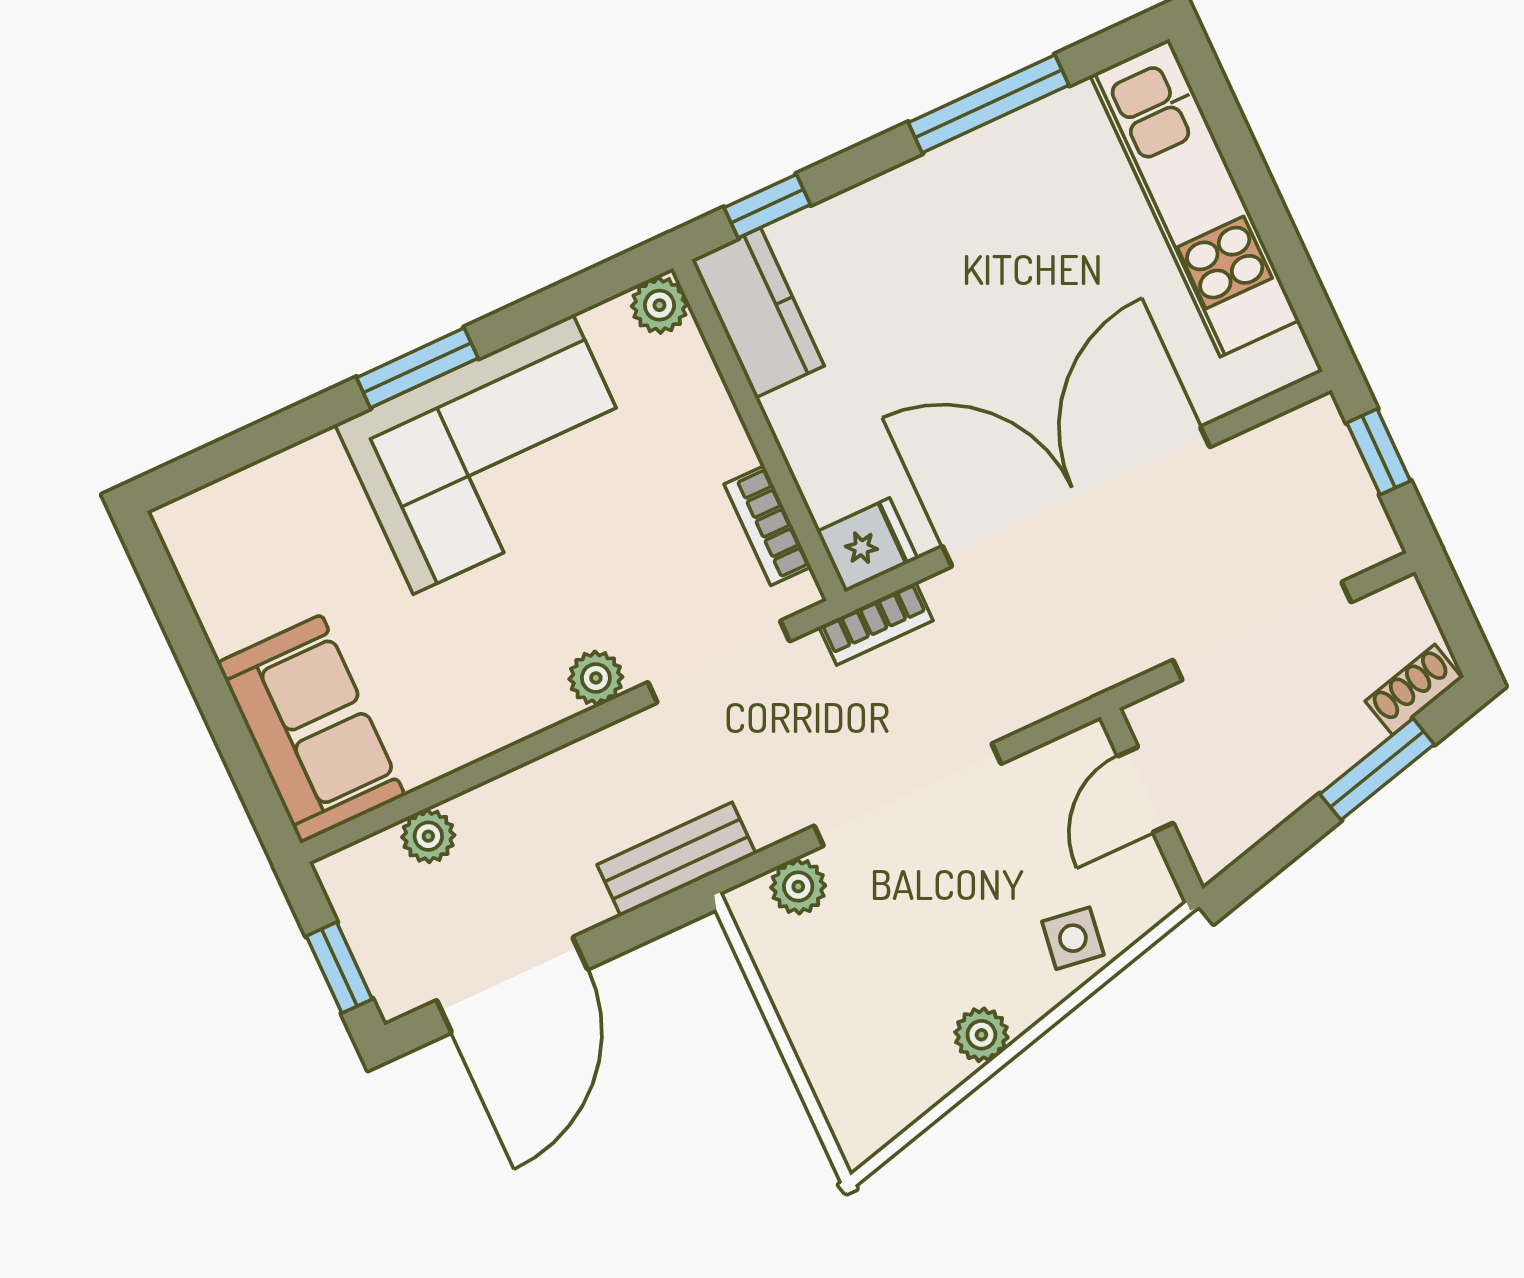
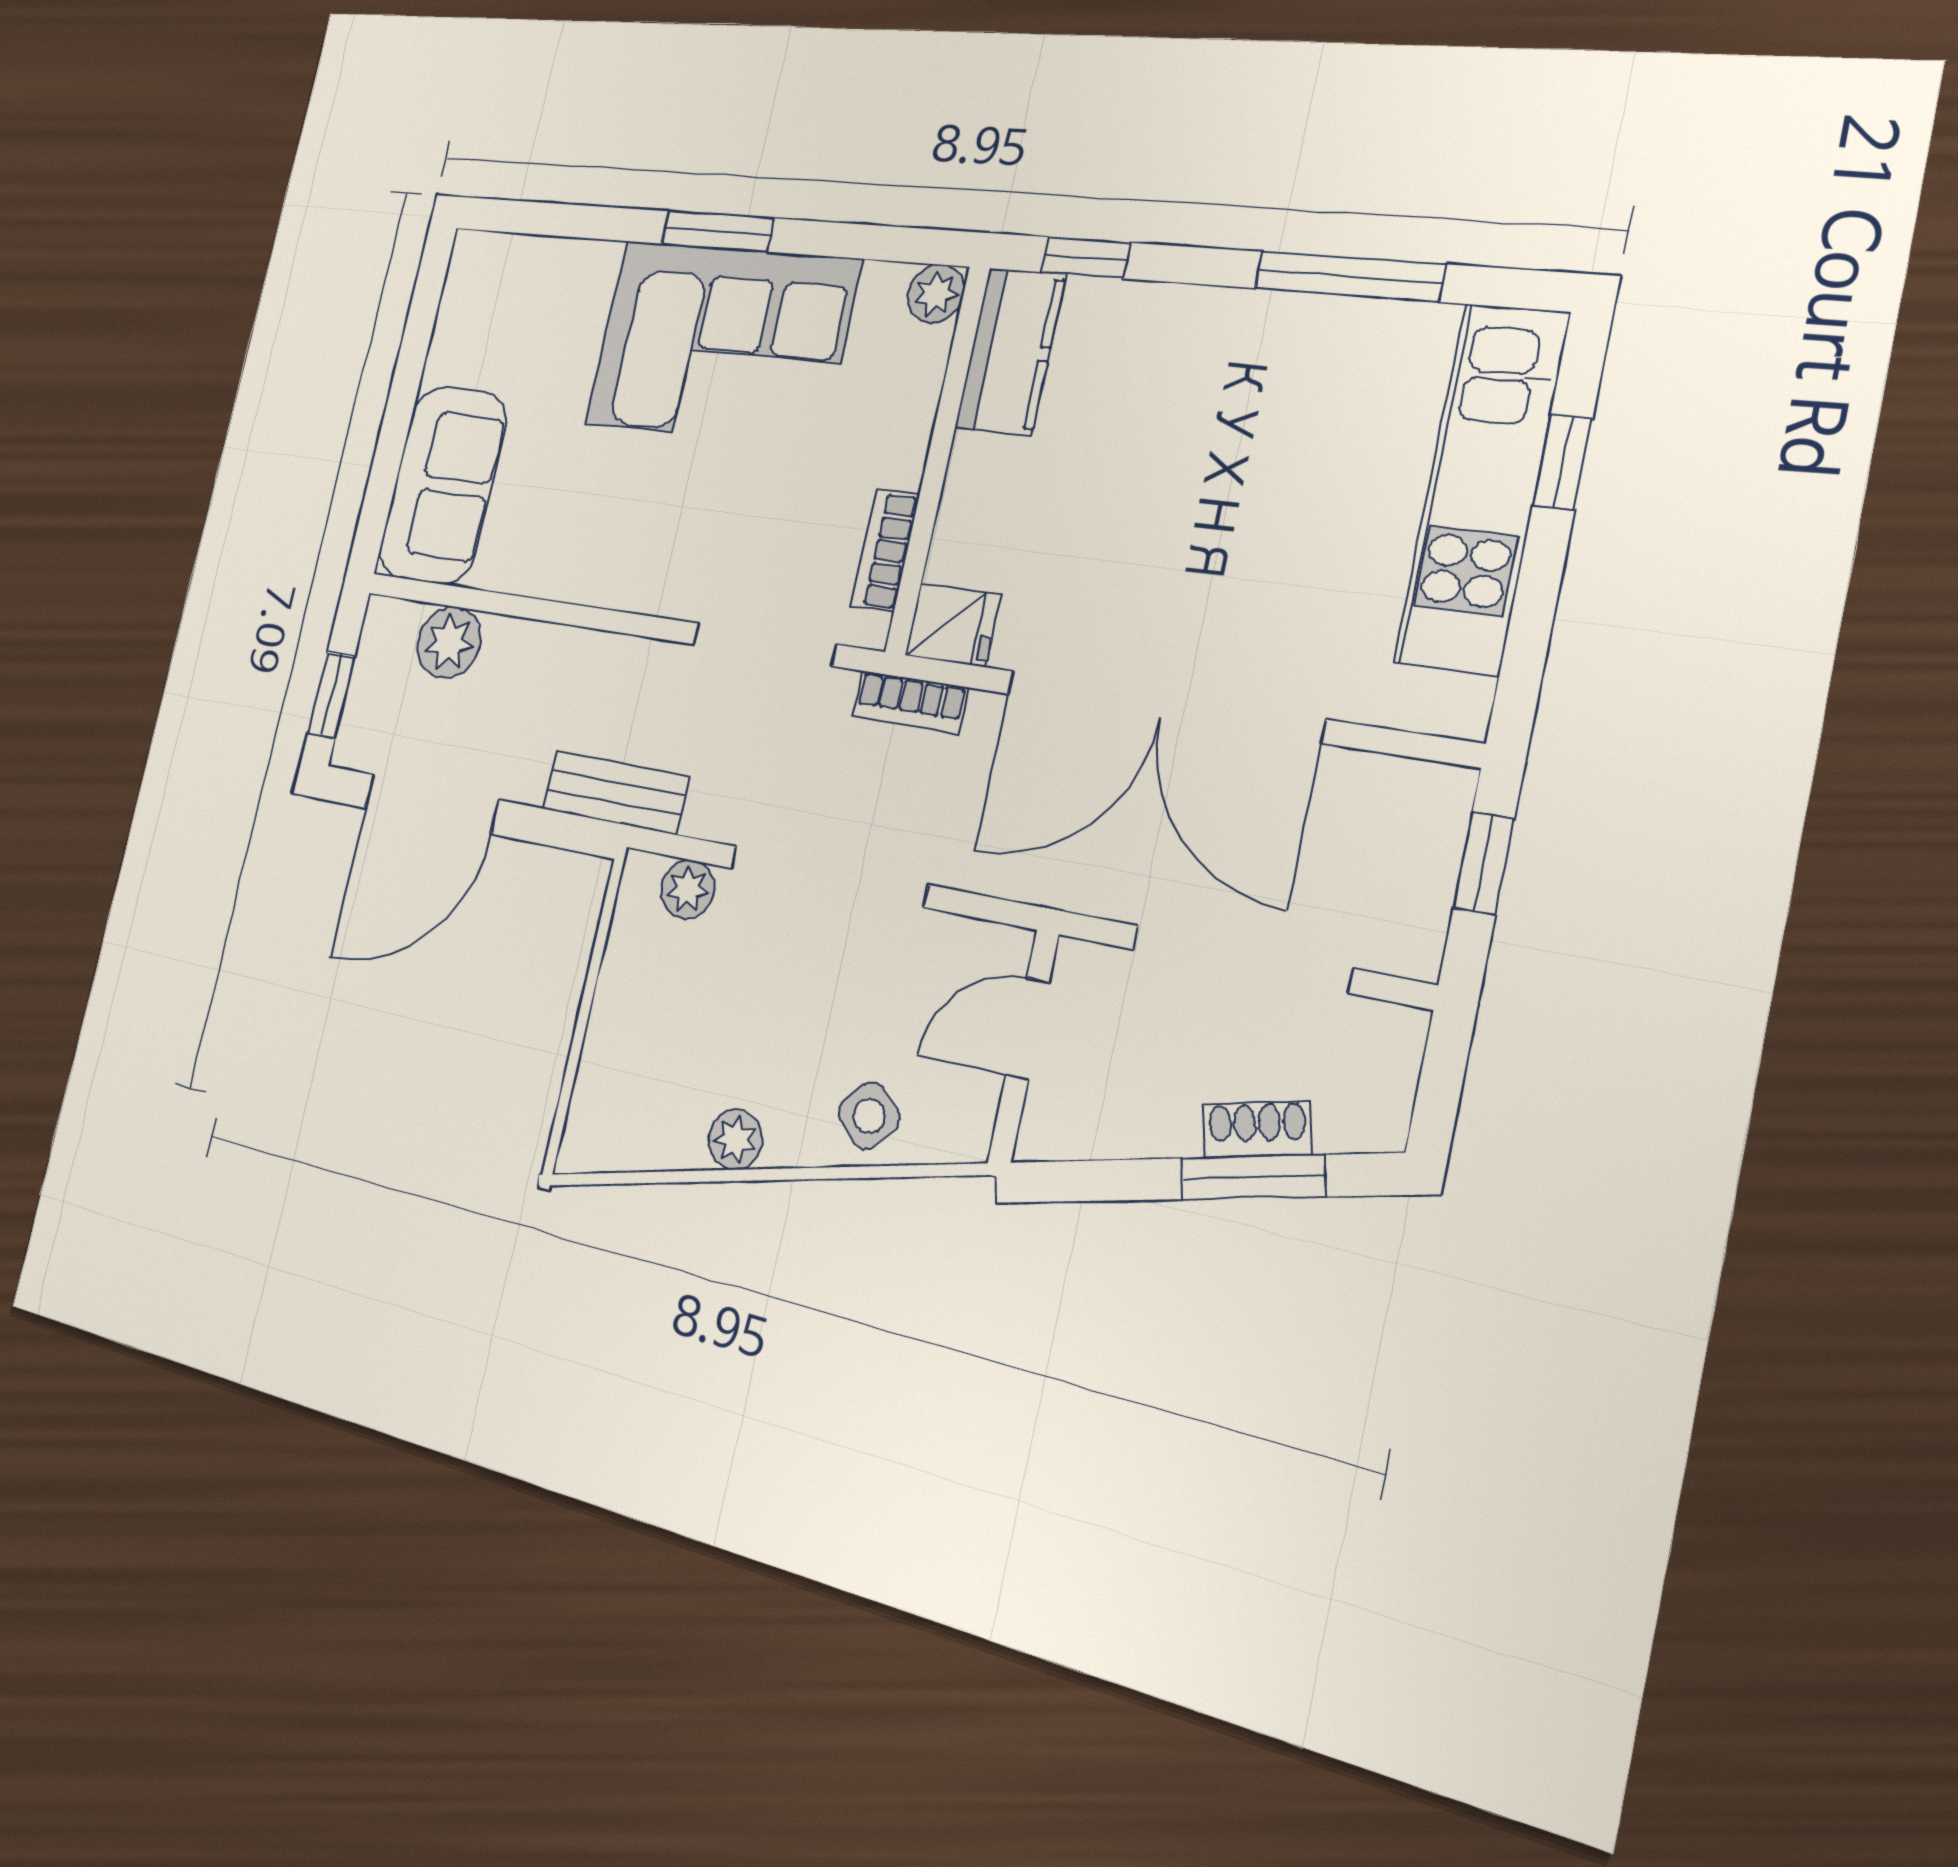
window: (1238, 147) -> (1563, 462), added
double door: (1076, 497) -> (1163, 706), swing flipped
plant: (596, 678) -> (664, 590), removed
shoe rack: (1414, 690) -> (1257, 1130), moved
plant: (428, 836) -> (449, 642), width x1.38, depth x1.38
side table: (1073, 938) -> (869, 1116), turned 35

